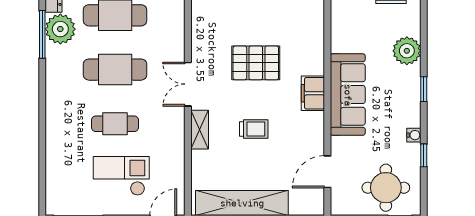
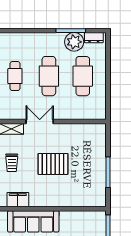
pallet: (256, 63) -> (53, 164), turned 90
filing cabinet: (313, 93) -> (18, 200), moved

